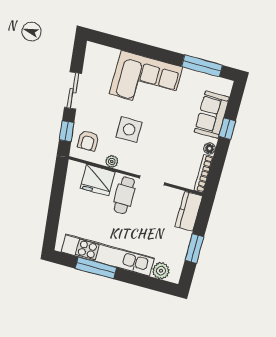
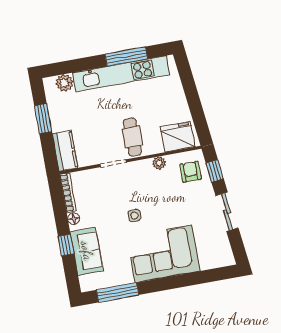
side table: (129, 130) -> (134, 216), moved, width x0.54, depth x0.54
fridge: (98, 180) -> (178, 137), moved

